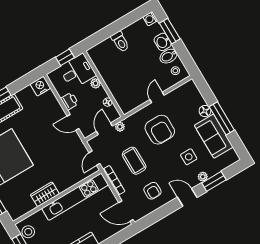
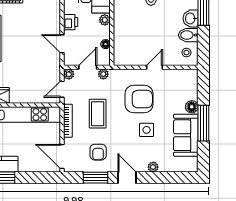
armchair: (160, 130) -> (139, 99), turned -90
plant: (93, 143) -> (69, 74), added
side table: (189, 157) -> (147, 130), moved
window: (214, 181) -> (95, 178), moved

